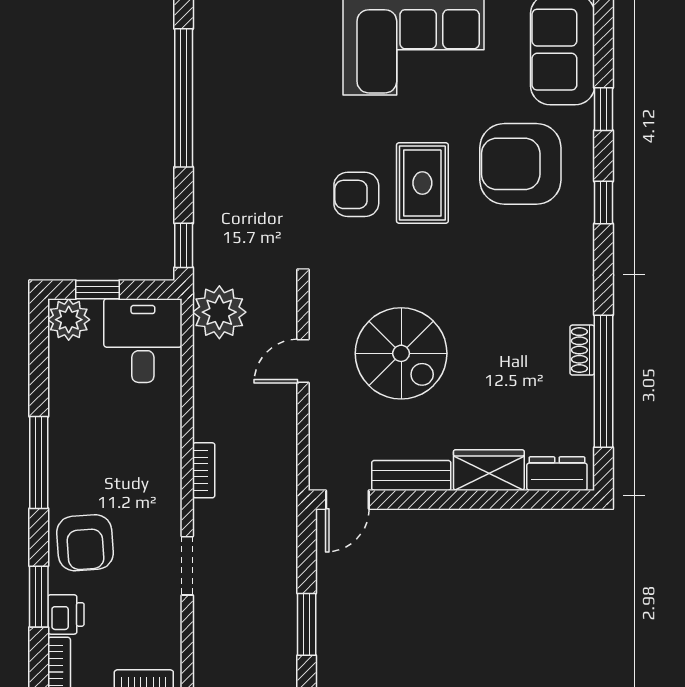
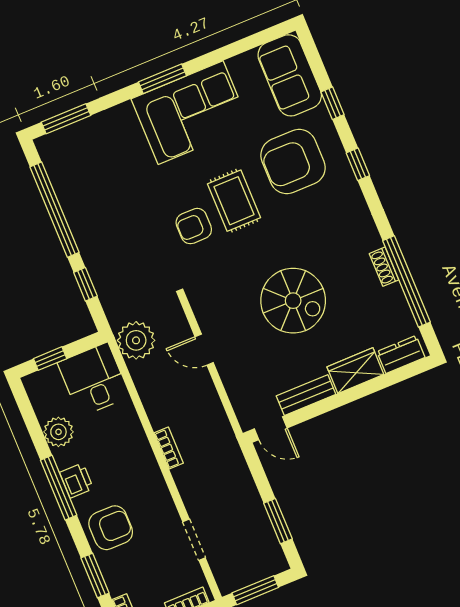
window: (184, 245) -> (85, 284), moved
plant: (69, 320) -> (58, 432), moved
spiral stairs: (401, 353) -> (293, 301), moved
door: (303, 361) -> (204, 350), hinge flipped
door: (347, 500) -> (271, 428), hinge flipped
armchair: (85, 543) -> (111, 528), turned -86
doorway: (187, 566) -> (194, 540), moved
printer: (66, 614) -> (76, 481), moved

